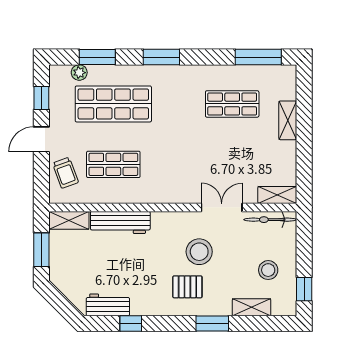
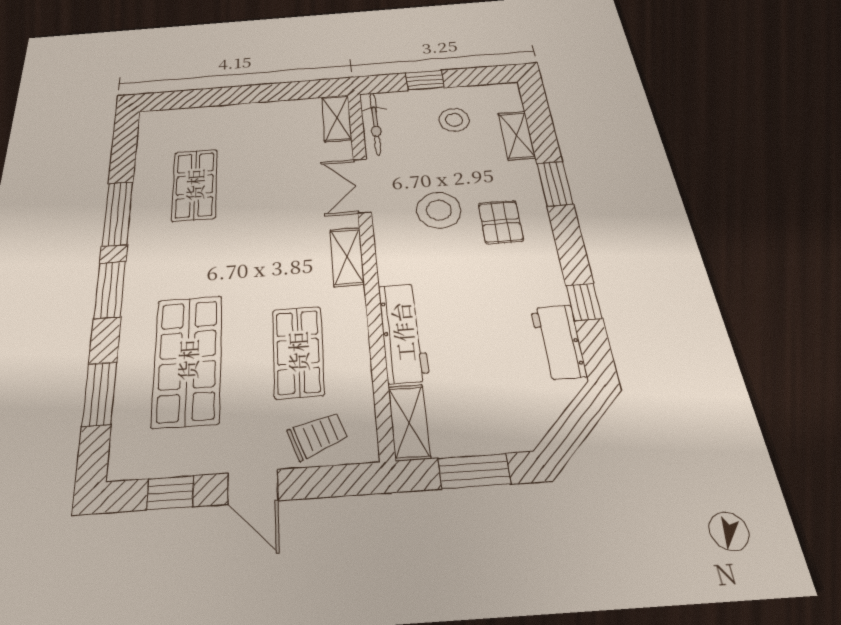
window: (258, 57) -> (118, 213), moved
plant: (79, 73) -> (126, 424), removed
shelving: (288, 120) -> (347, 257), moved, turned 90
window: (304, 289) -> (425, 80), moved

